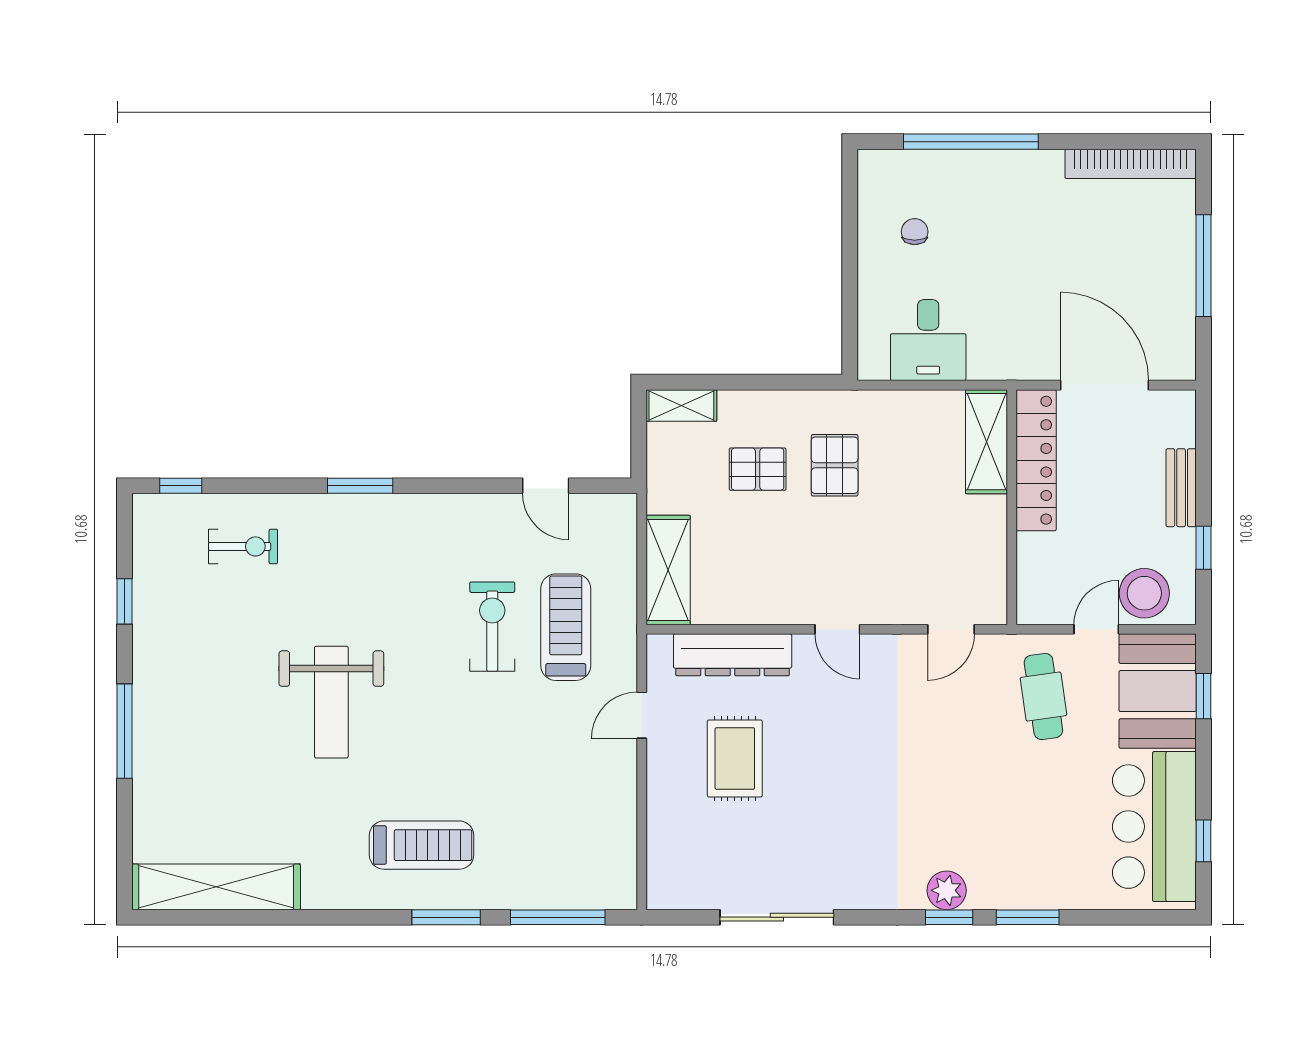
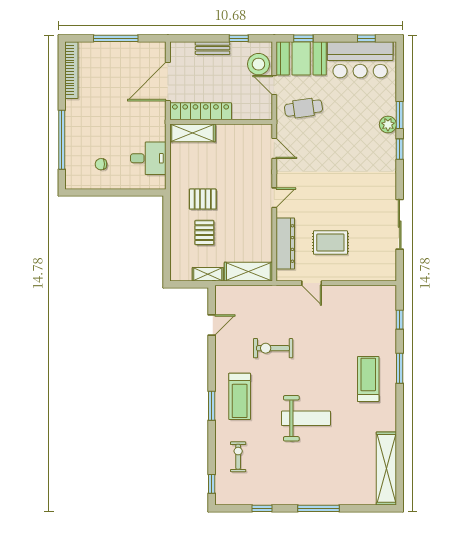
shelving: (681, 405) -> (208, 274), moved, turned 90
treadmill: (566, 627) -> (240, 396), moved, turned -90
plant: (947, 890) -> (388, 125), moved
window: (558, 917) -> (400, 320), width x0.46

